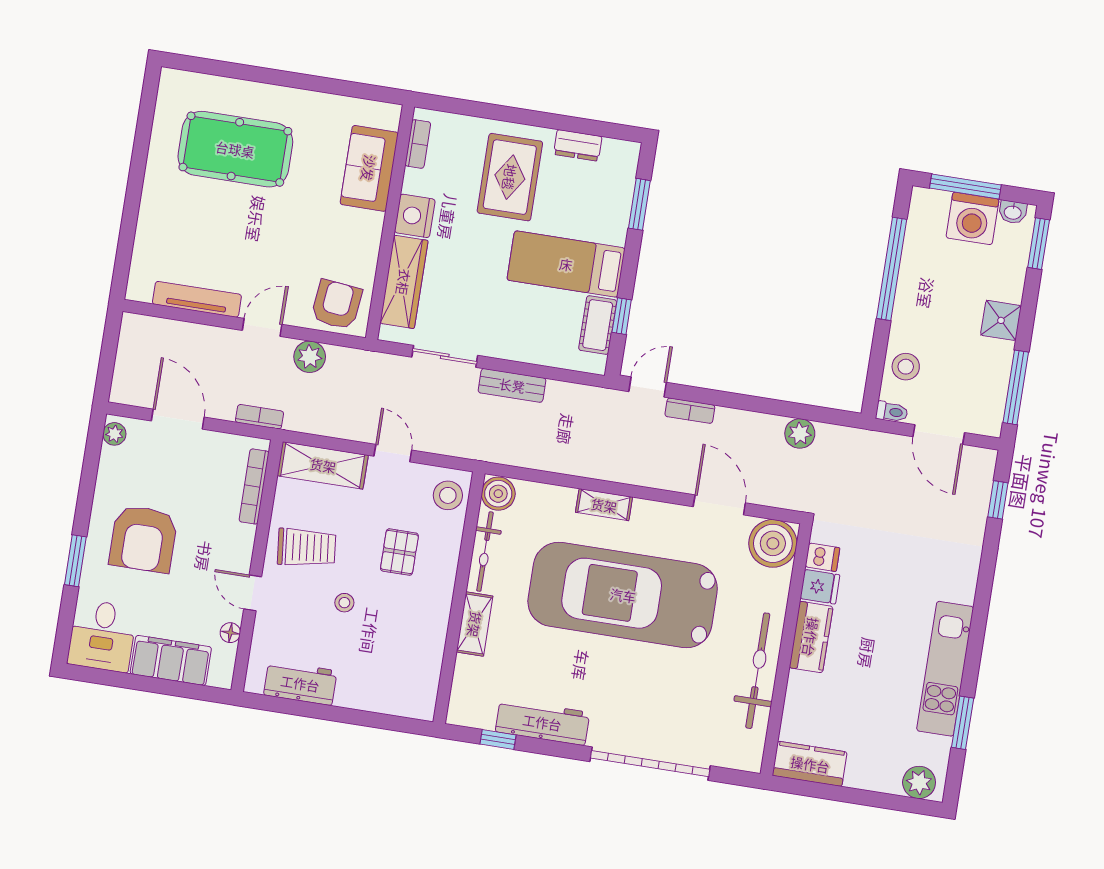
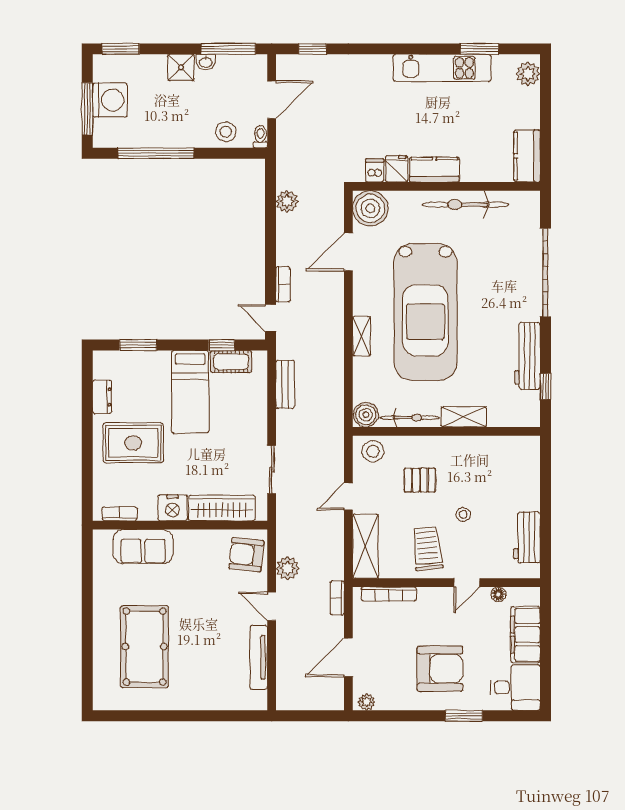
washbasin: (1013, 212) -> (206, 62), moved, turned 90
bench: (512, 385) -> (285, 384), moved

